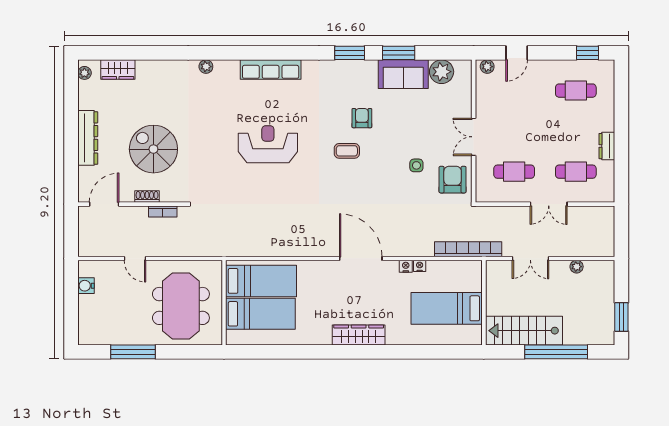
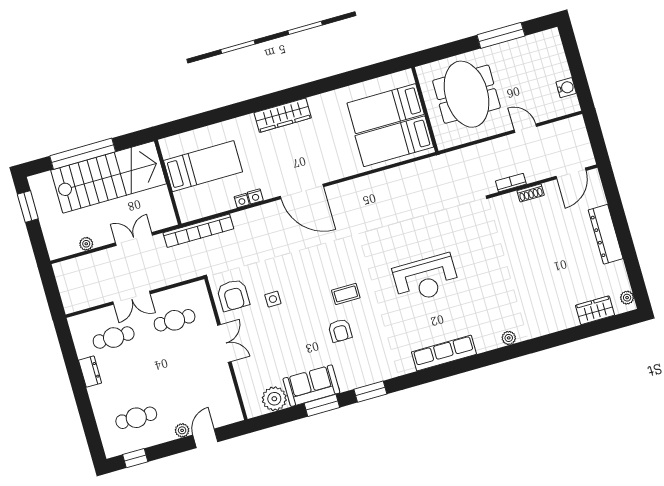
plant: (487, 67) -> (182, 430), moved
spiral stairs: (153, 149) -> (538, 242), removed
double door: (549, 204) -> (131, 298), swing flipped
stairs: (524, 331) -> (109, 177), width x1.36, depth x1.51

